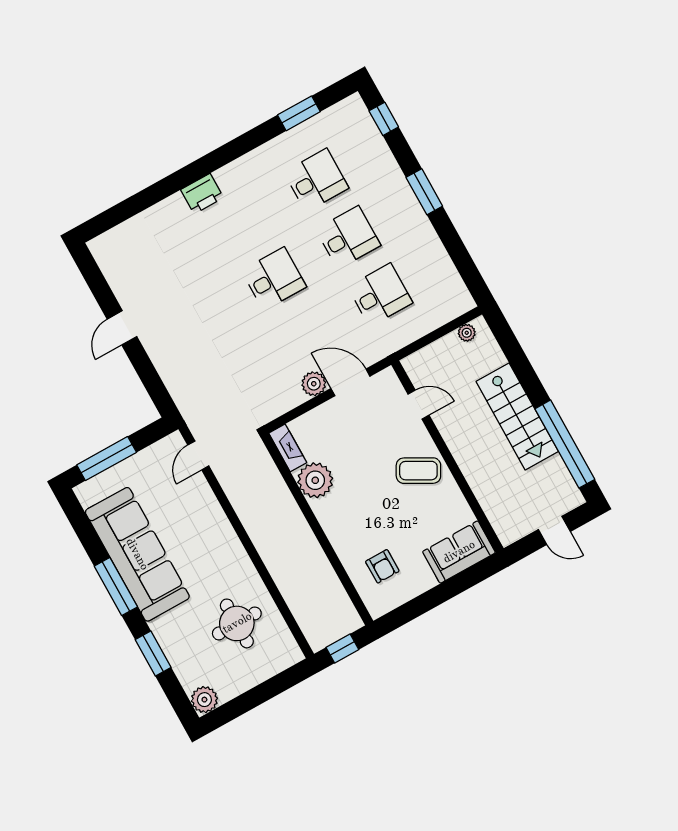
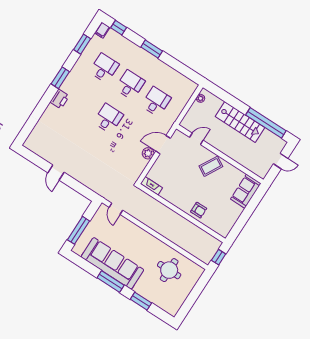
filing cabinet: (351, 107) -> (102, 30), added
window: (225, 155) -> (60, 78), added
plant: (315, 480) -> (170, 193), removed
armchair: (382, 566) -> (199, 210), moved
plant: (204, 700) -> (172, 309), removed

